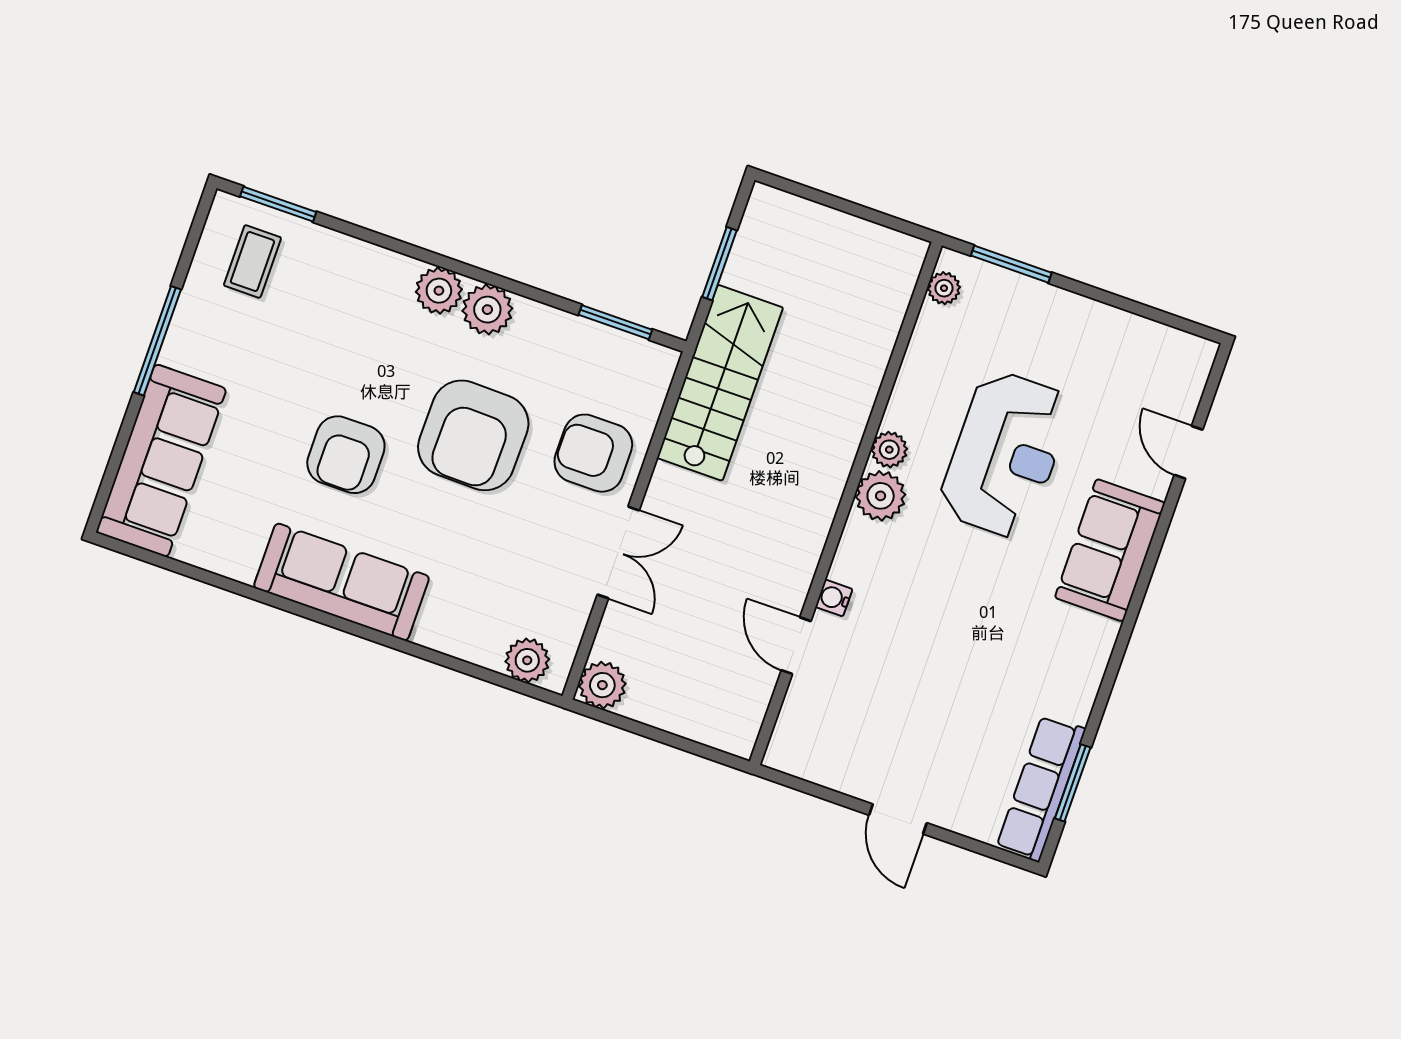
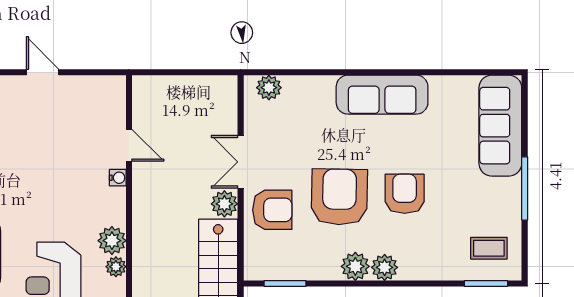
coffee table: (252, 262) -> (489, 248), turned 90
armchair: (346, 455) -> (405, 194), moved
plant: (602, 685) -> (224, 204), moved

